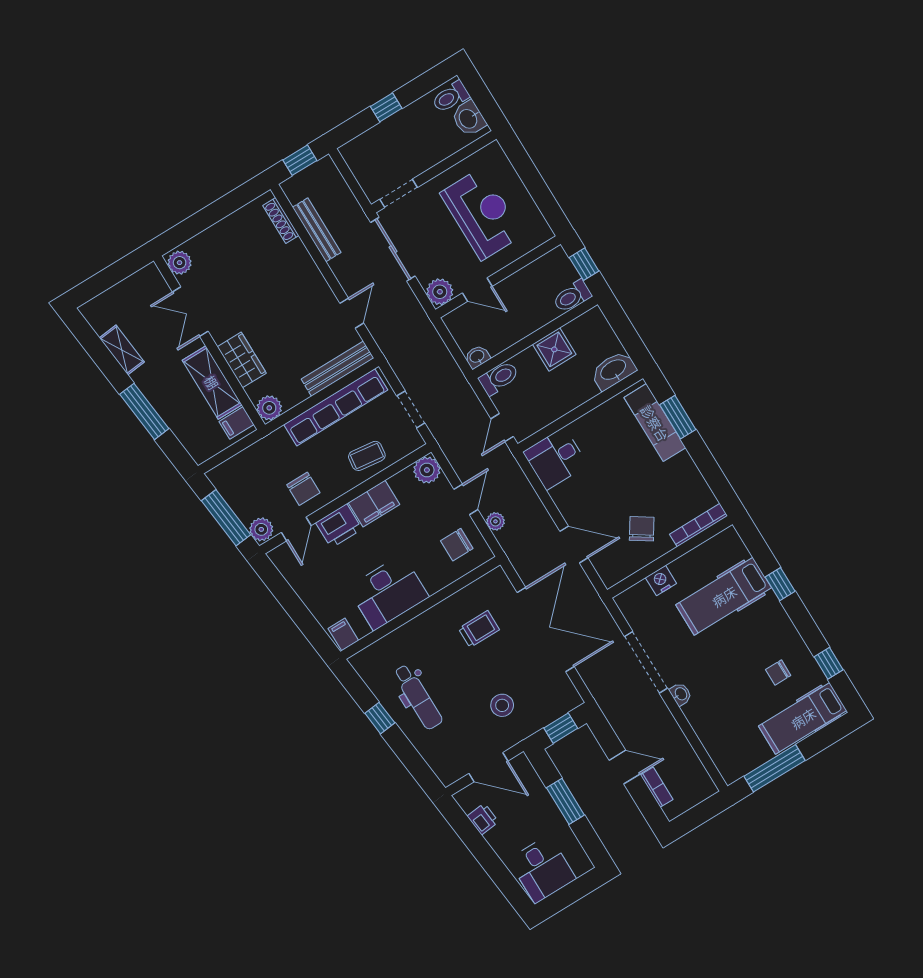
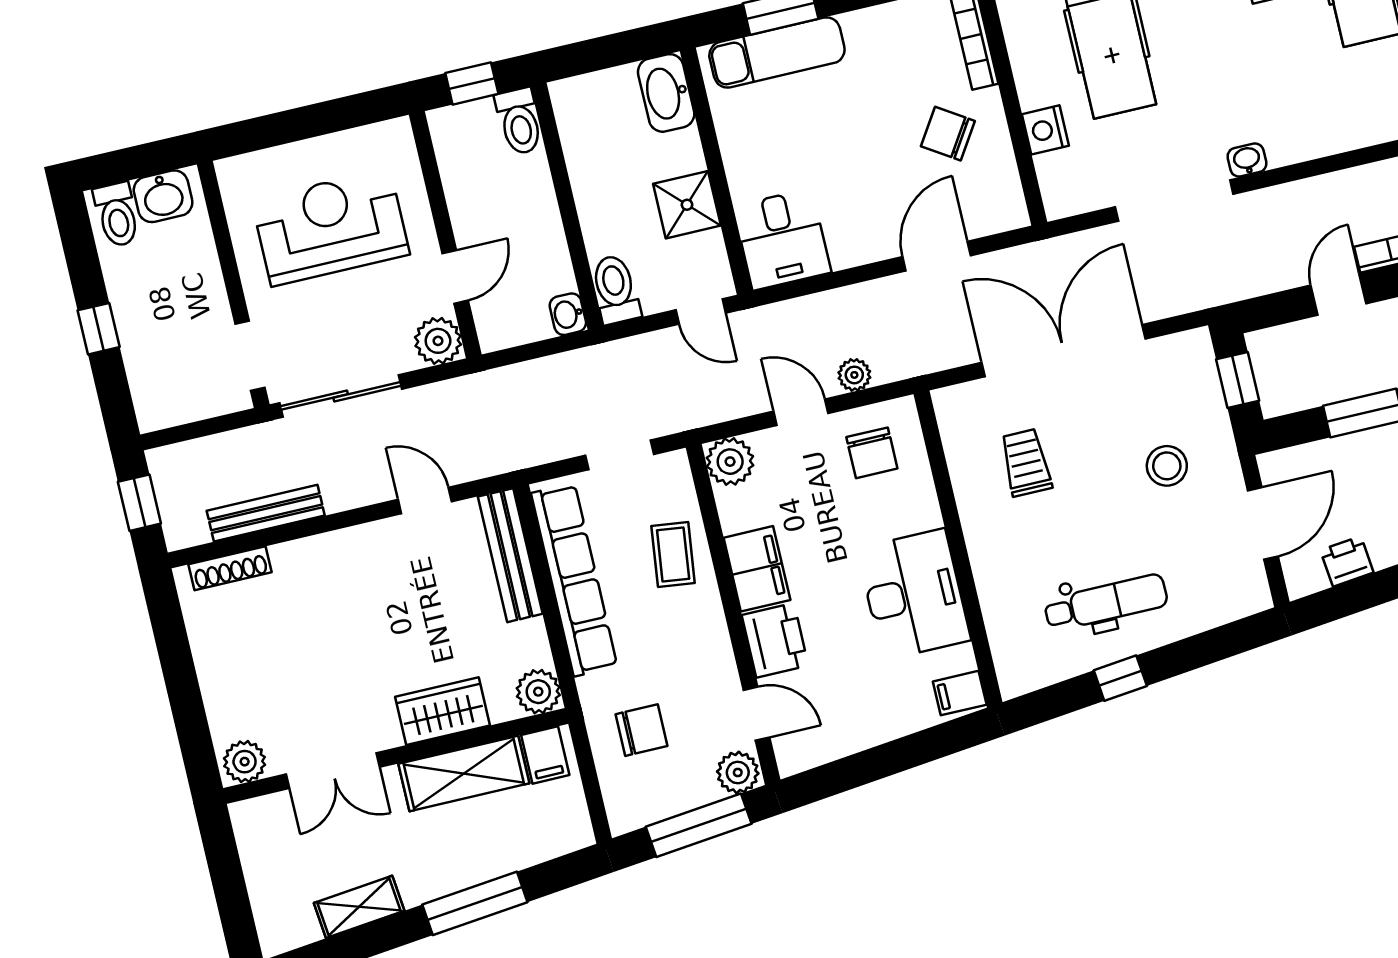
shower: (554, 349) -> (687, 205), moved
chair: (303, 489) -> (641, 730), moved

